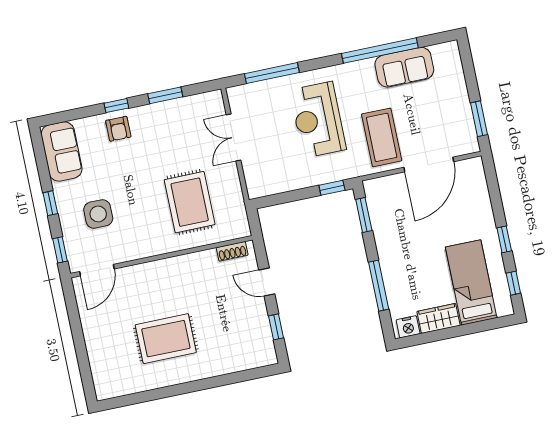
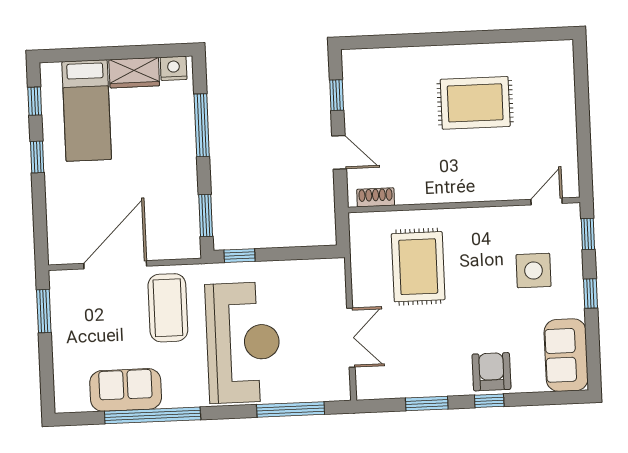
reception desk: (318, 120) -> (243, 342), width x1.36, depth x1.30
armchair: (118, 129) -> (491, 372), width x1.38, depth x1.38
door: (97, 270) -> (547, 201), width x0.73

